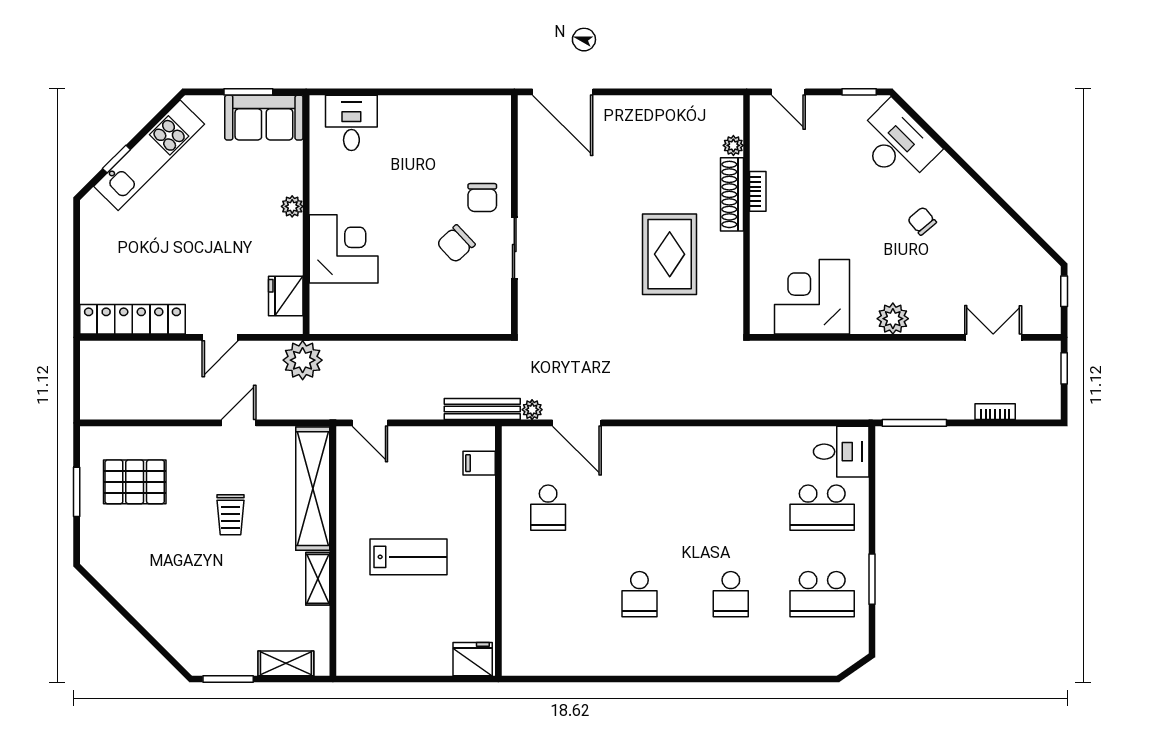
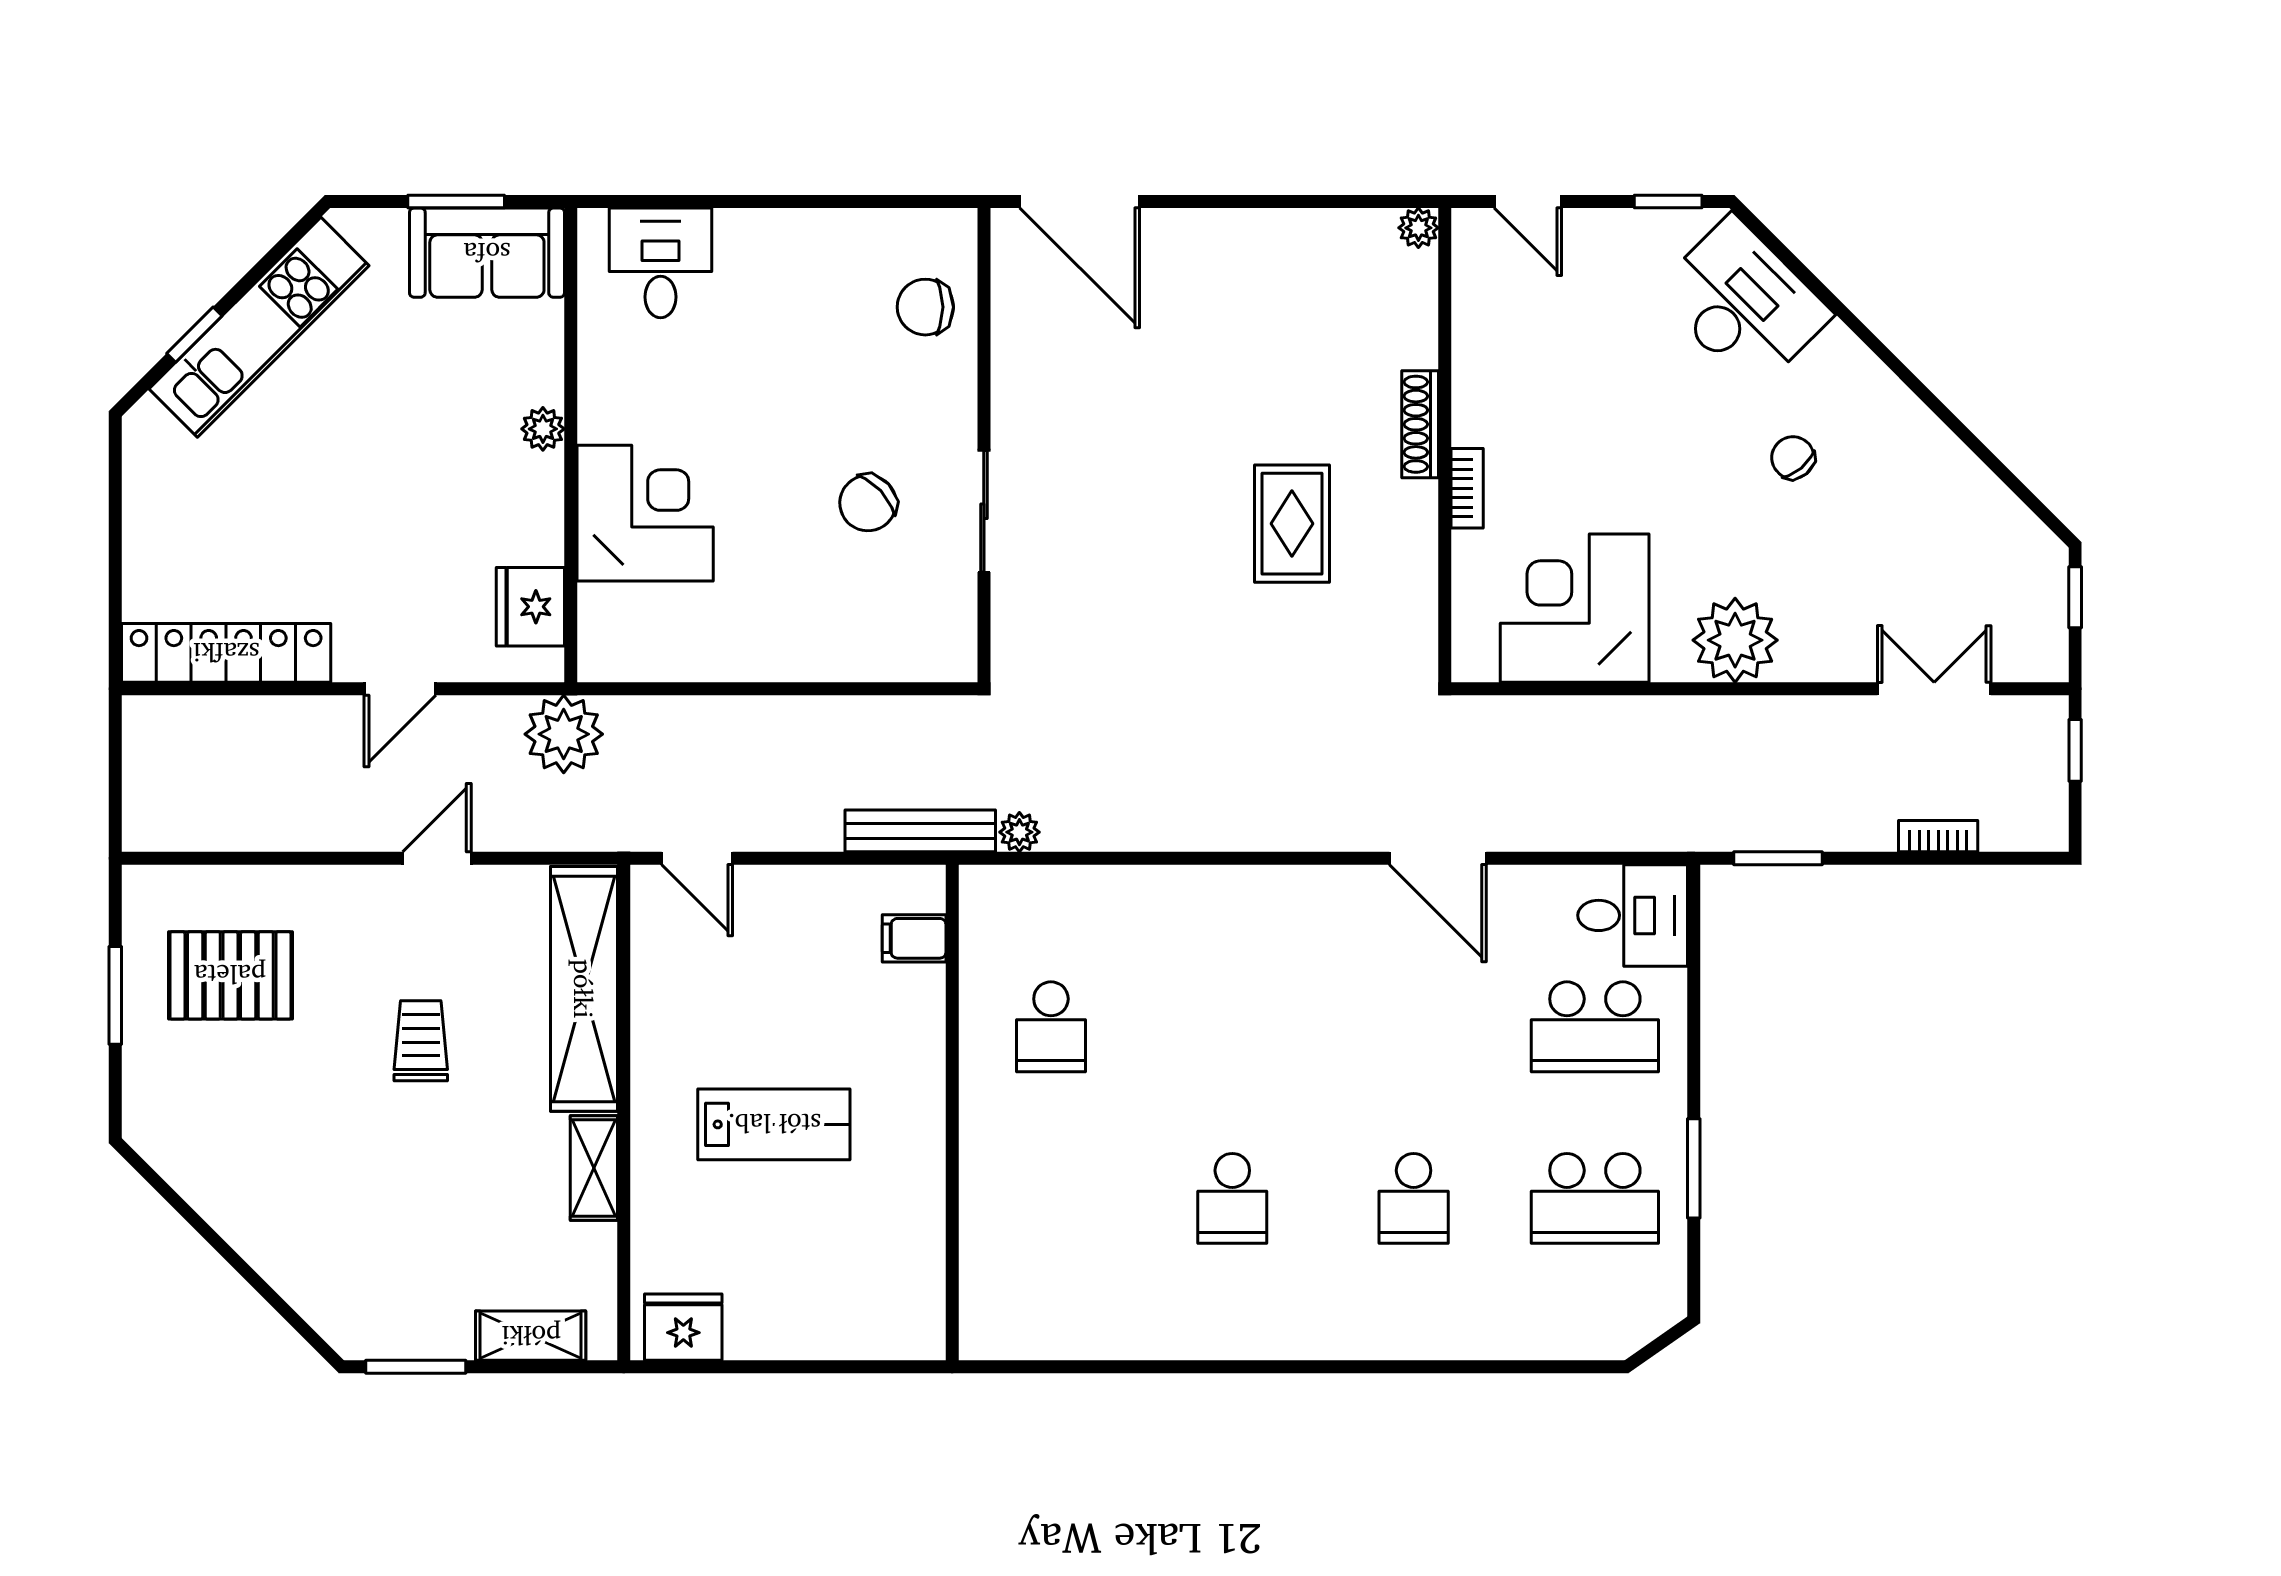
plant: (733, 145) -> (1418, 228), moved
bookcase: (758, 191) -> (1467, 488), moved
shoe rack: (732, 194) -> (1420, 424), width x0.74, depth x0.81
chair: (482, 198) -> (925, 307), moved, turned 90
rug: (670, 254) -> (1292, 524), width x0.73, depth x0.70
plant: (893, 319) -> (1735, 640), width x1.36, depth x1.36
door: (577, 423) -> (1438, 858), moved
window: (914, 423) -> (1778, 858), width x0.69
trolley: (231, 515) -> (421, 1041), turned 180
fridge: (473, 659) -> (683, 1327), moved

